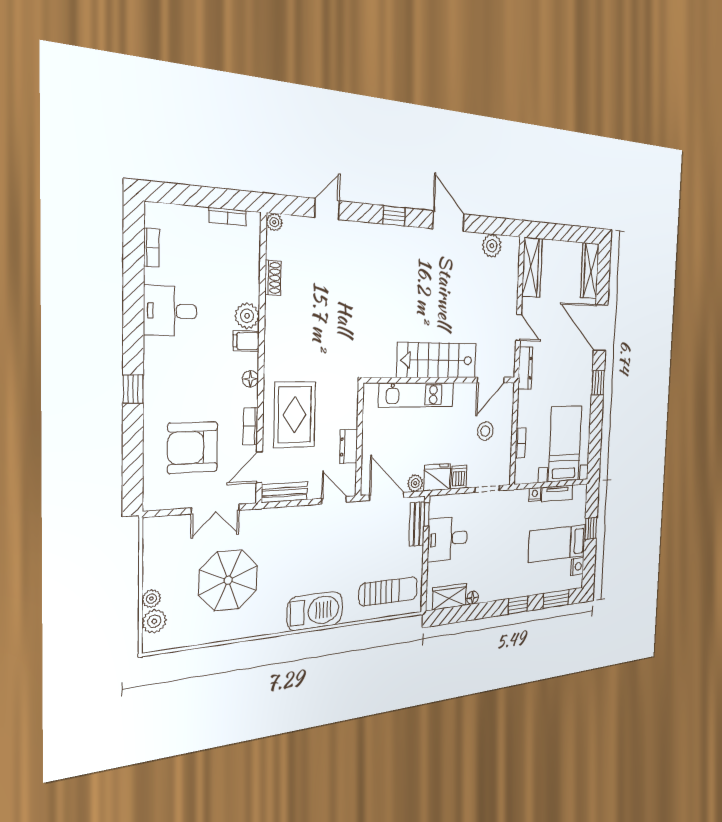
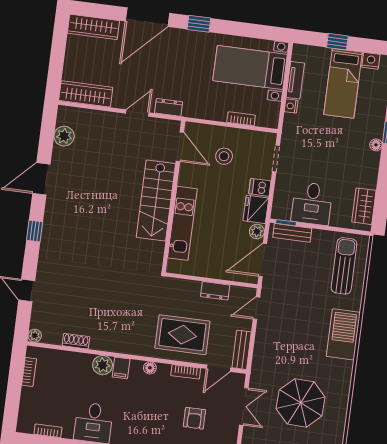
dresser: (525, 368) -> (169, 107), width x0.70
armchair: (193, 448) -> (194, 418), width x0.53, depth x0.53
door: (259, 467) -> (218, 368), hinge flipped
floor lamp: (473, 598) -> (376, 145), moved

